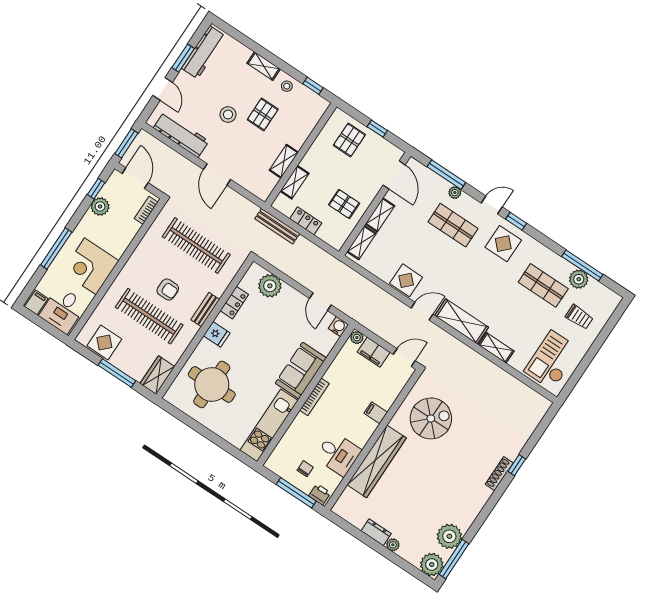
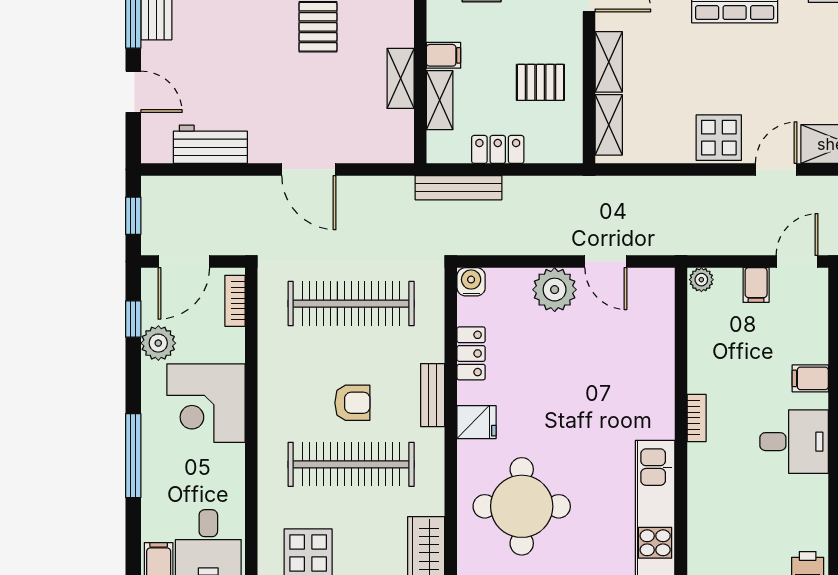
stool: (228, 115) -> (263, 63), removed
workbench: (181, 134) -> (210, 144), width x0.73
window: (126, 143) -> (133, 216), width x0.67
filing cabinet: (309, 164) -> (443, 55), added
door: (135, 178) -> (184, 262), swing flipped
corner desk: (90, 266) -> (206, 403), moved
plant: (270, 286) -> (555, 290), moved
water cooler: (338, 327) -> (471, 282), moved
filing cabinet: (374, 352) -> (756, 285), width x0.50
sofa: (301, 371) -> (647, 391), removed
bookcase: (314, 397) -> (697, 418), width x0.64
desk: (338, 454) -> (794, 442), moved
chair: (305, 469) -> (758, 541), removed

